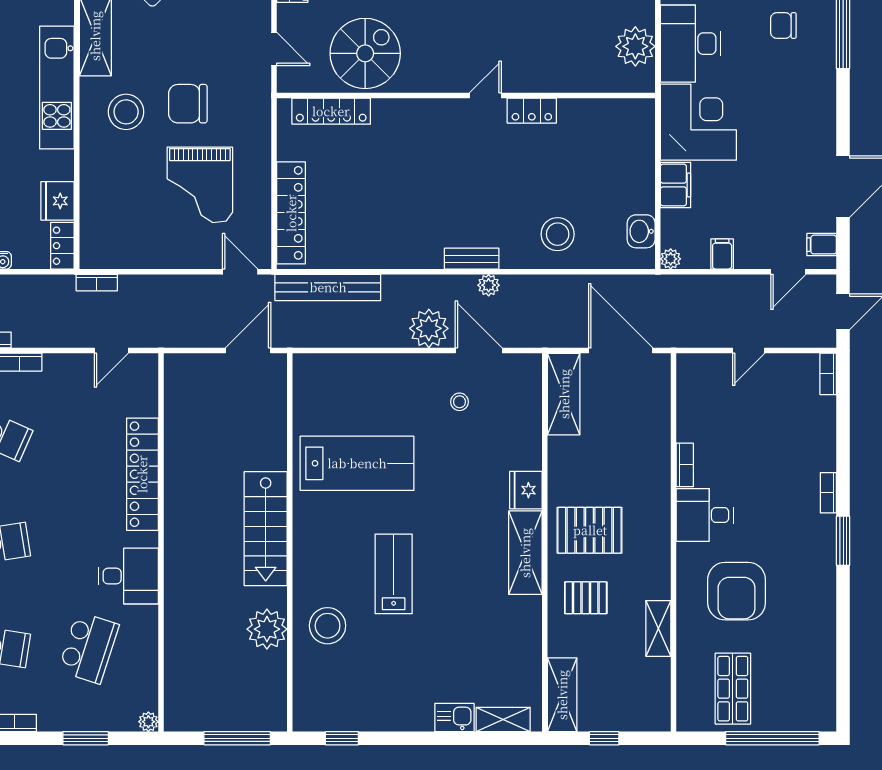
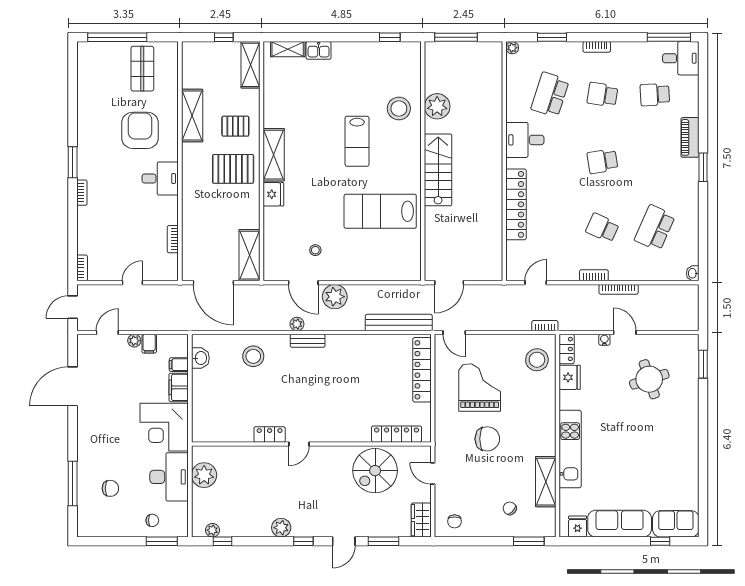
stool: (126, 112) -> (537, 360), moved
filing cabinet: (822, 245) -> (179, 365), moved, turned 180
plant: (671, 259) -> (134, 341), moved
bookcase: (685, 465) -> (173, 239), moved
shelving: (658, 628) -> (192, 116), width x1.50, depth x1.33

